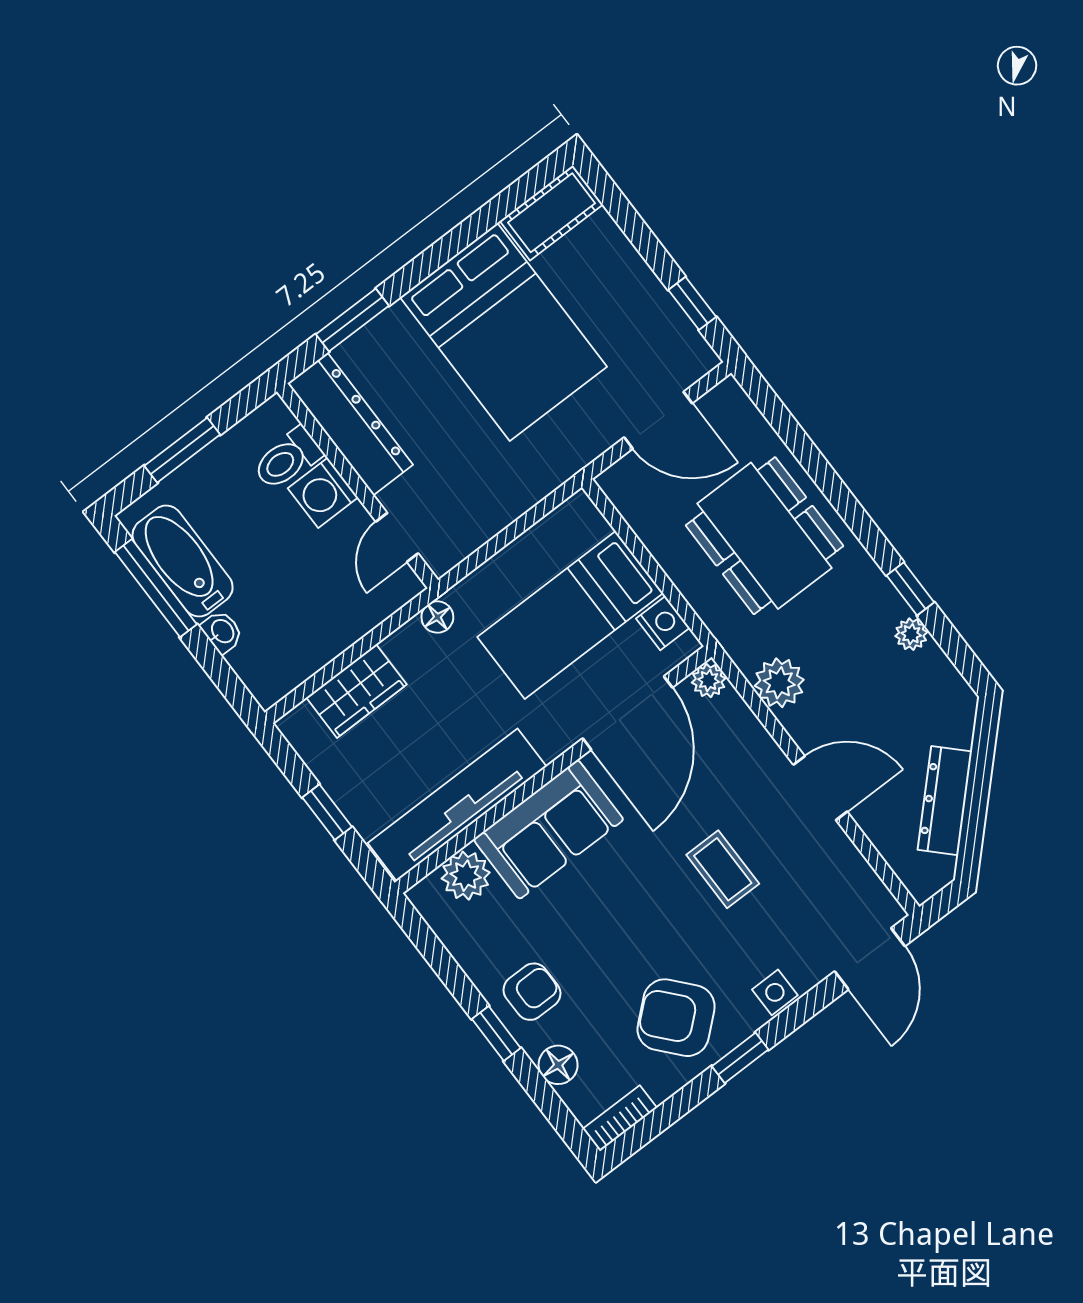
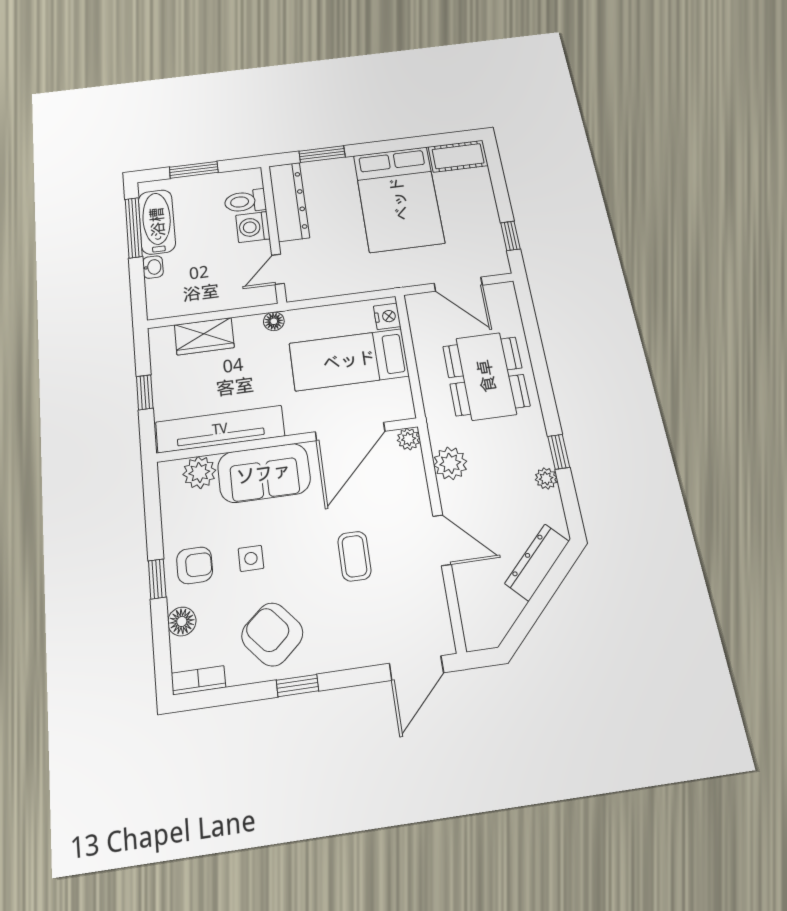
nightstand: (663, 623) -> (387, 316), moved
dresser: (945, 801) -> (537, 562), moved
side table: (775, 992) -> (251, 558), moved

